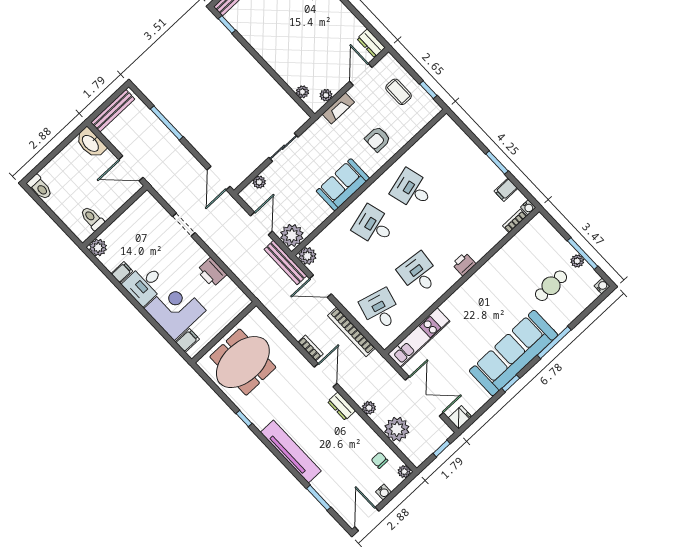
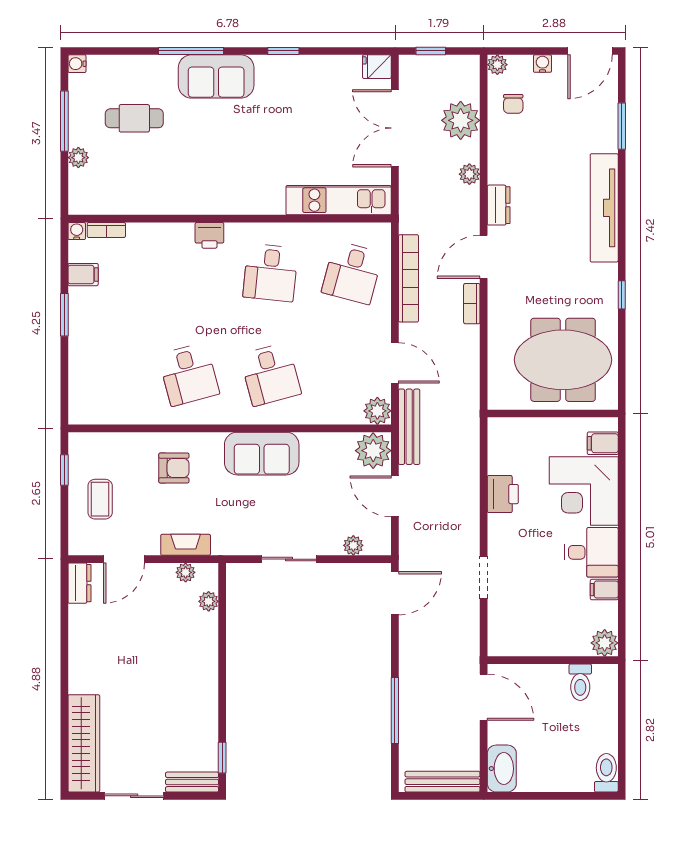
door: (261, 224) -> (395, 496), hinge flipped
plant: (577, 261) -> (78, 158), moved
sofa: (513, 353) -> (216, 76), width x0.54, depth x0.79

